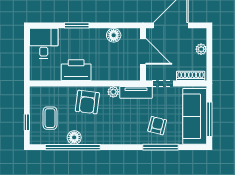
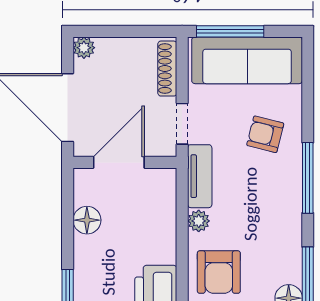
plant: (201, 49) -> (84, 48), moved
armchair: (87, 102) -> (219, 272), turned 83
window: (209, 119) -> (230, 31), moved
window: (160, 147) -> (308, 178), moved

